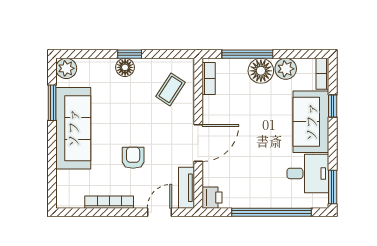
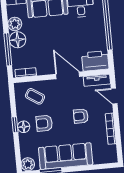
armchair: (127, 100) -> (44, 123), added
printer: (212, 198) -> (95, 61), width x1.87, depth x1.48

